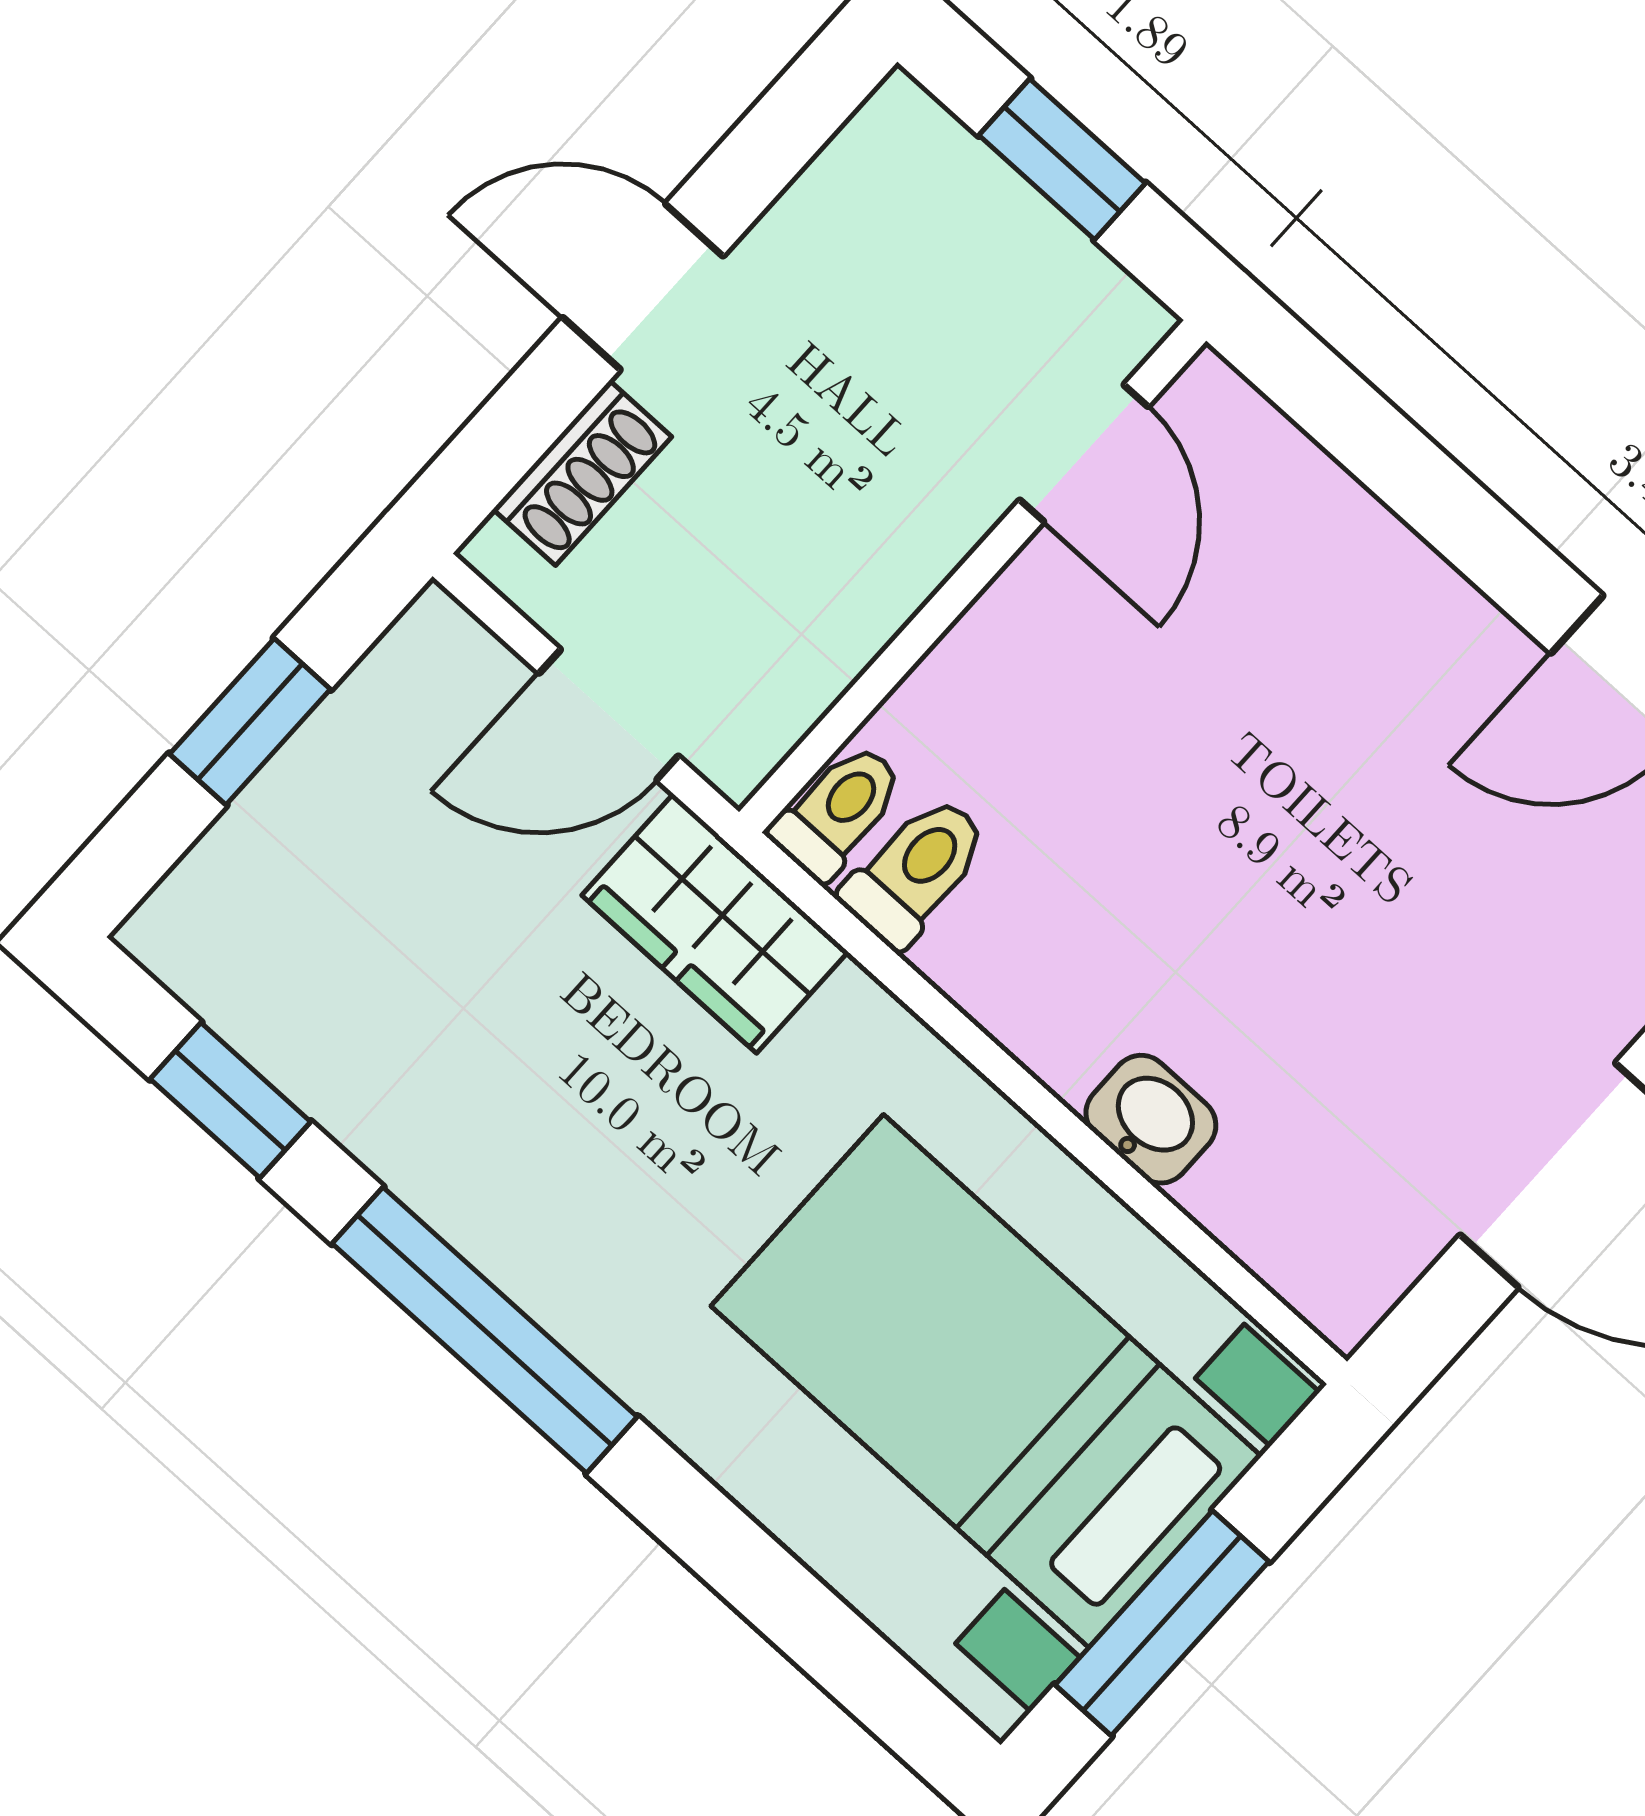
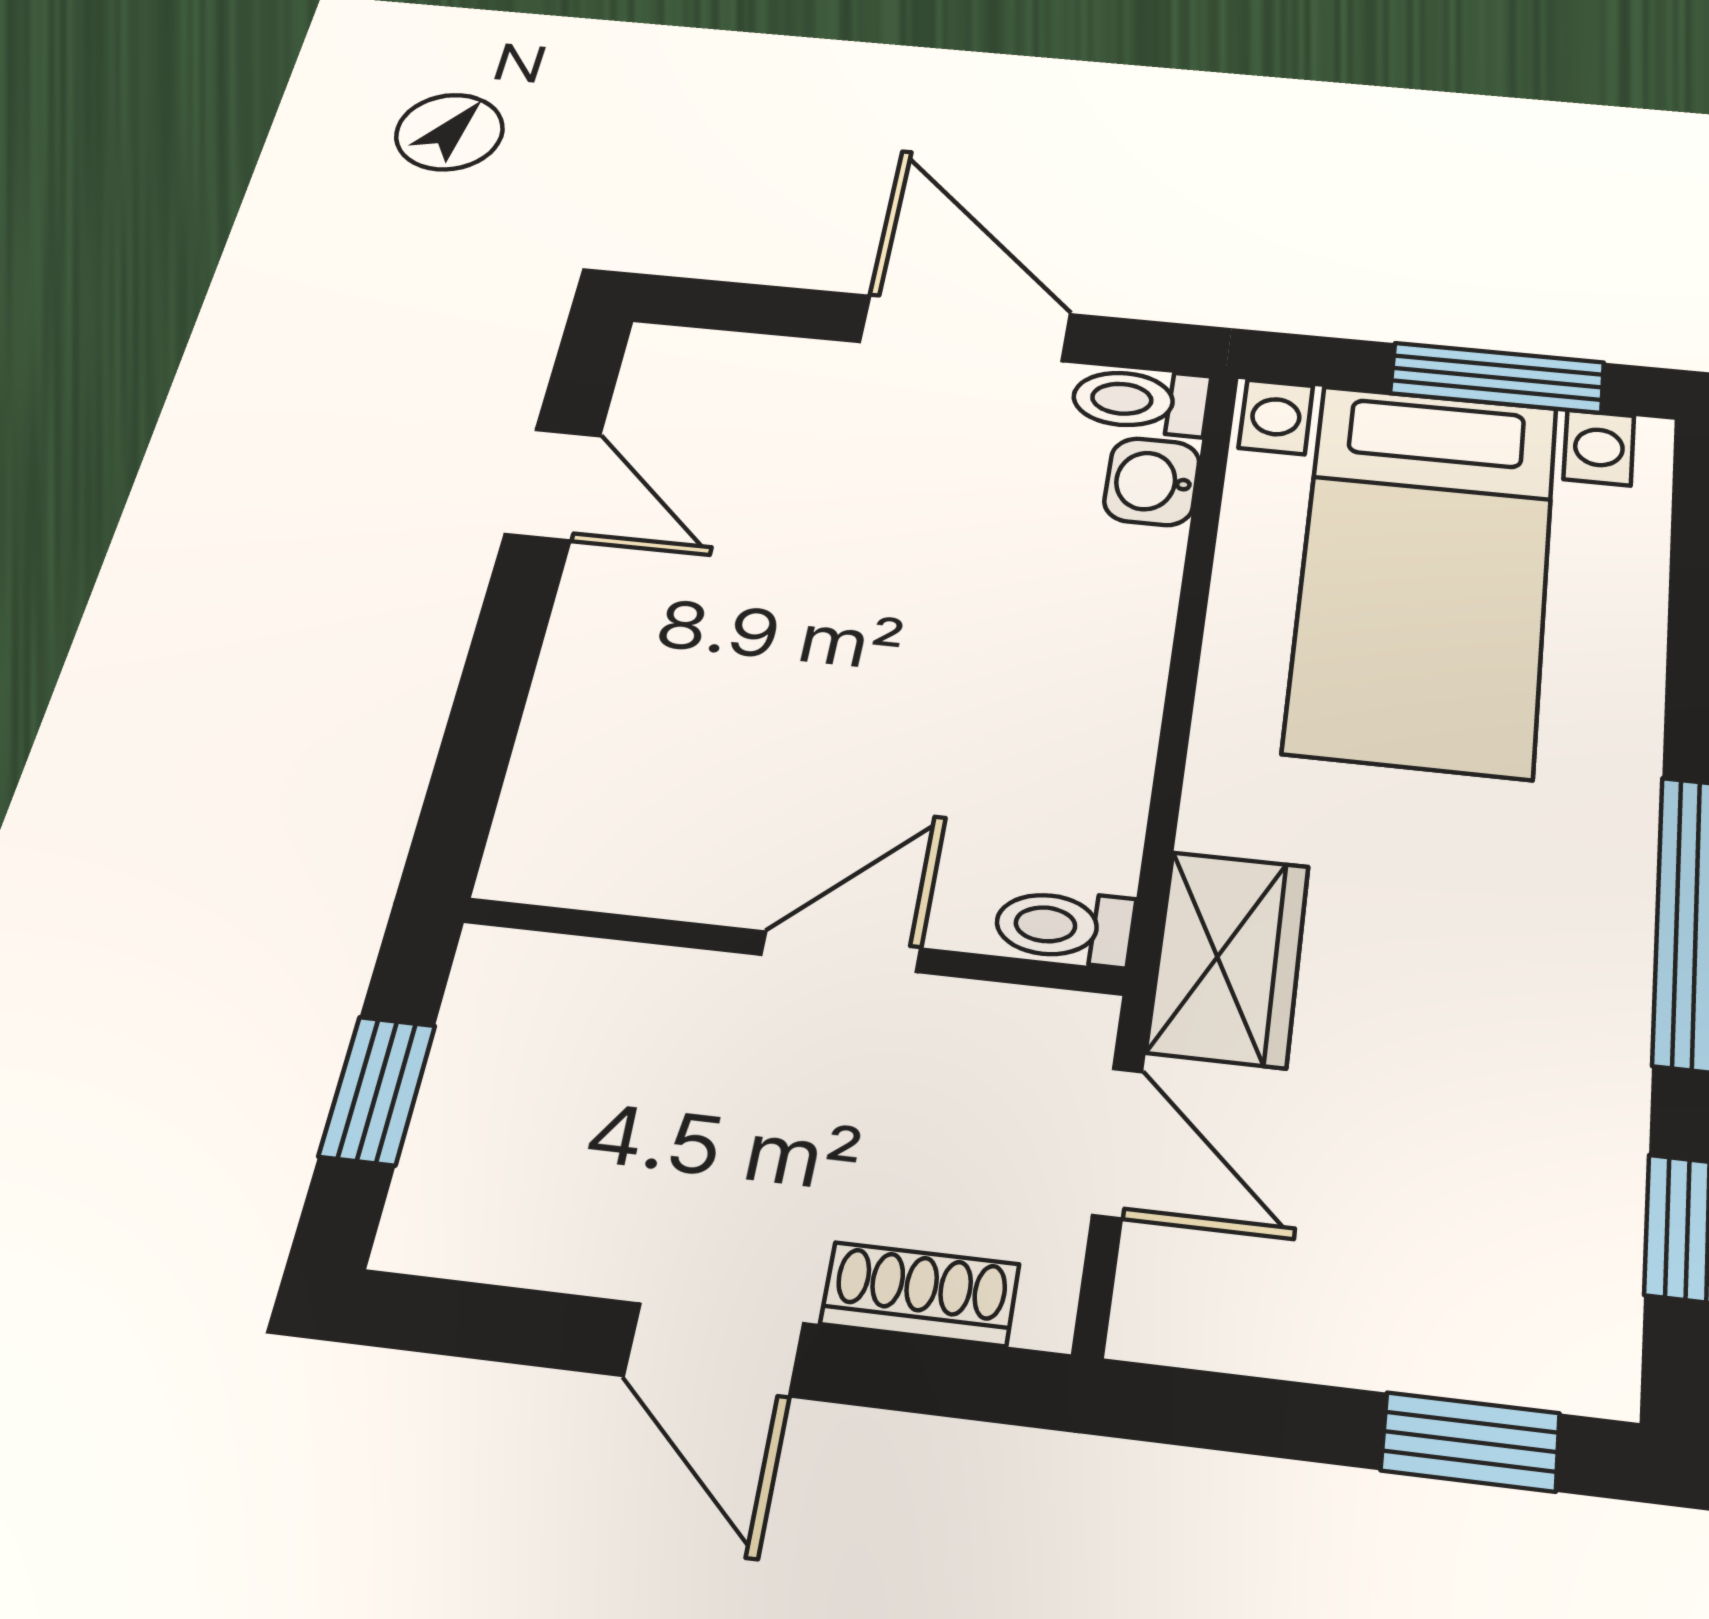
door: (1084, 453) -> (841, 952), moved
window: (250, 722) -> (1470, 1442), moved
toilet: (916, 871) -> (1140, 401), moved
washbasin: (1151, 1119) -> (1152, 482), moved

